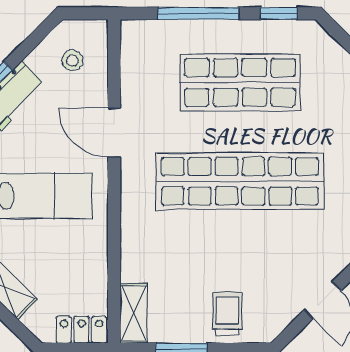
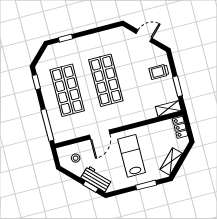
window: (198, 13) -> (47, 125), moved
shop shelf: (240, 181) -> (106, 80), width x0.71

